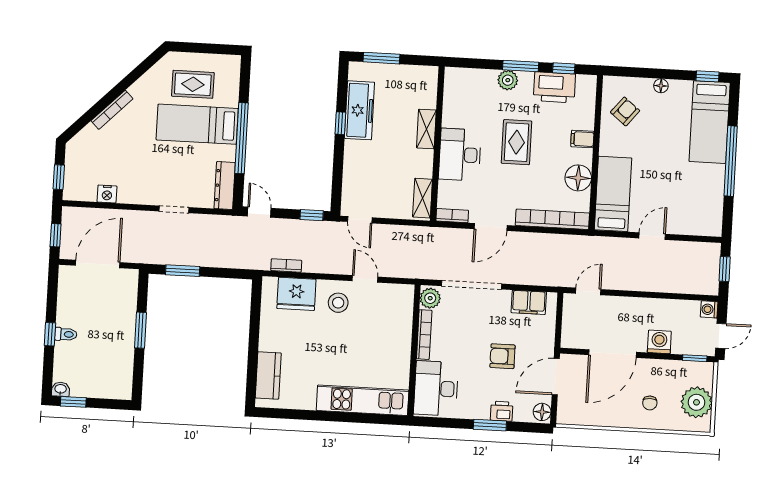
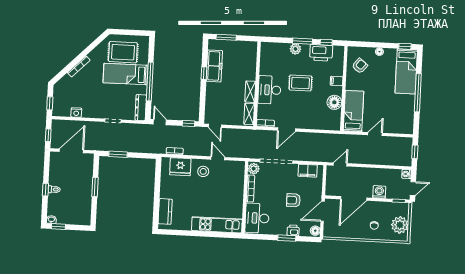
rug: (193, 84) -> (123, 52), width x1.36, depth x1.43
shelving: (426, 129) -> (250, 92), moved
rug: (517, 142) -> (300, 83), turned 90
bookcase: (552, 219) -> (320, 125), removed

